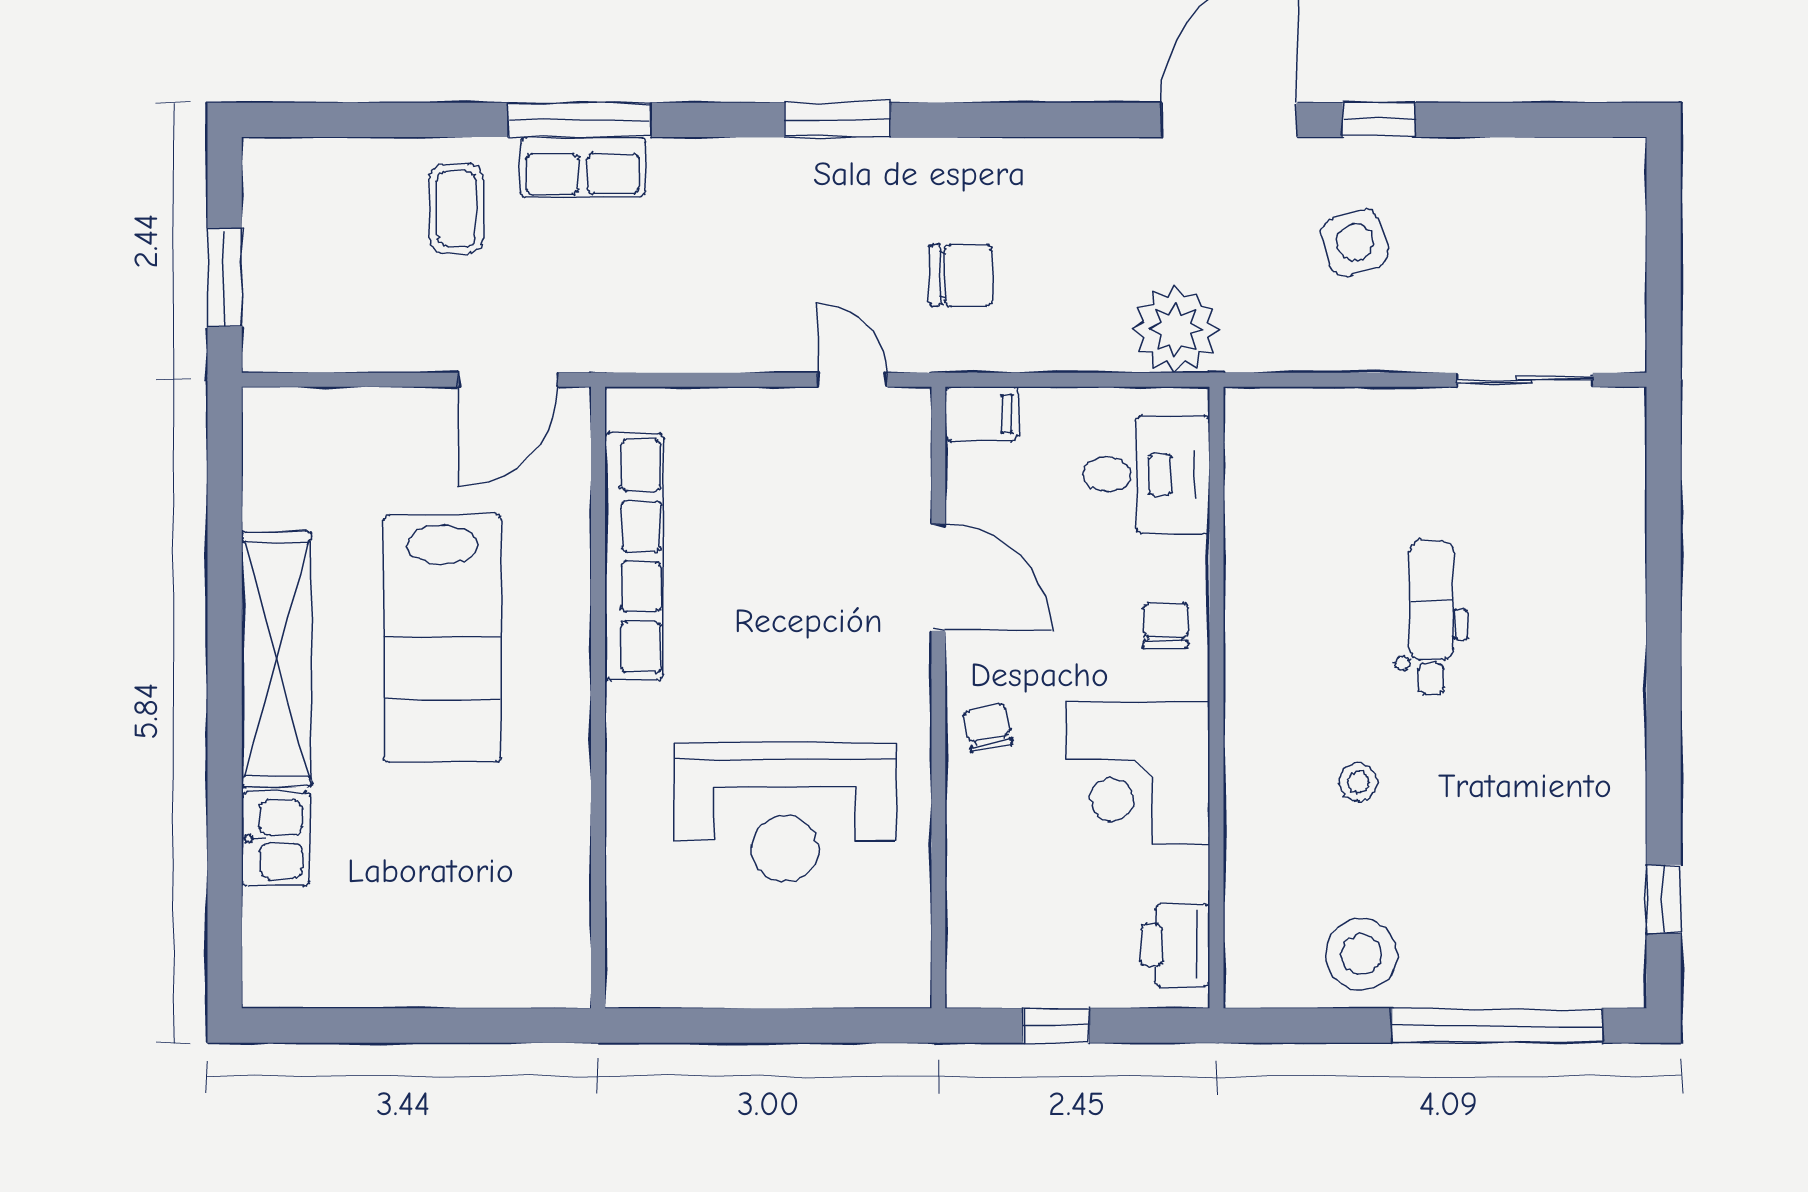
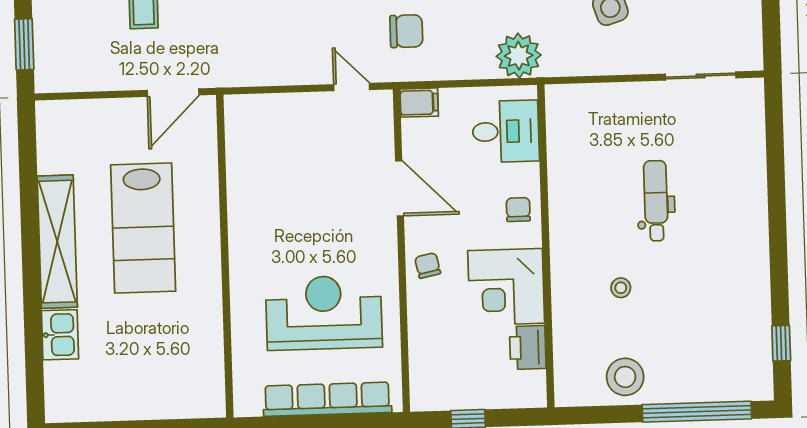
row of seats: (634, 556) -> (327, 399), moved, turned -90
reception desk: (785, 812) -> (324, 313), turned 180
printer: (1175, 945) -> (528, 347), moved

